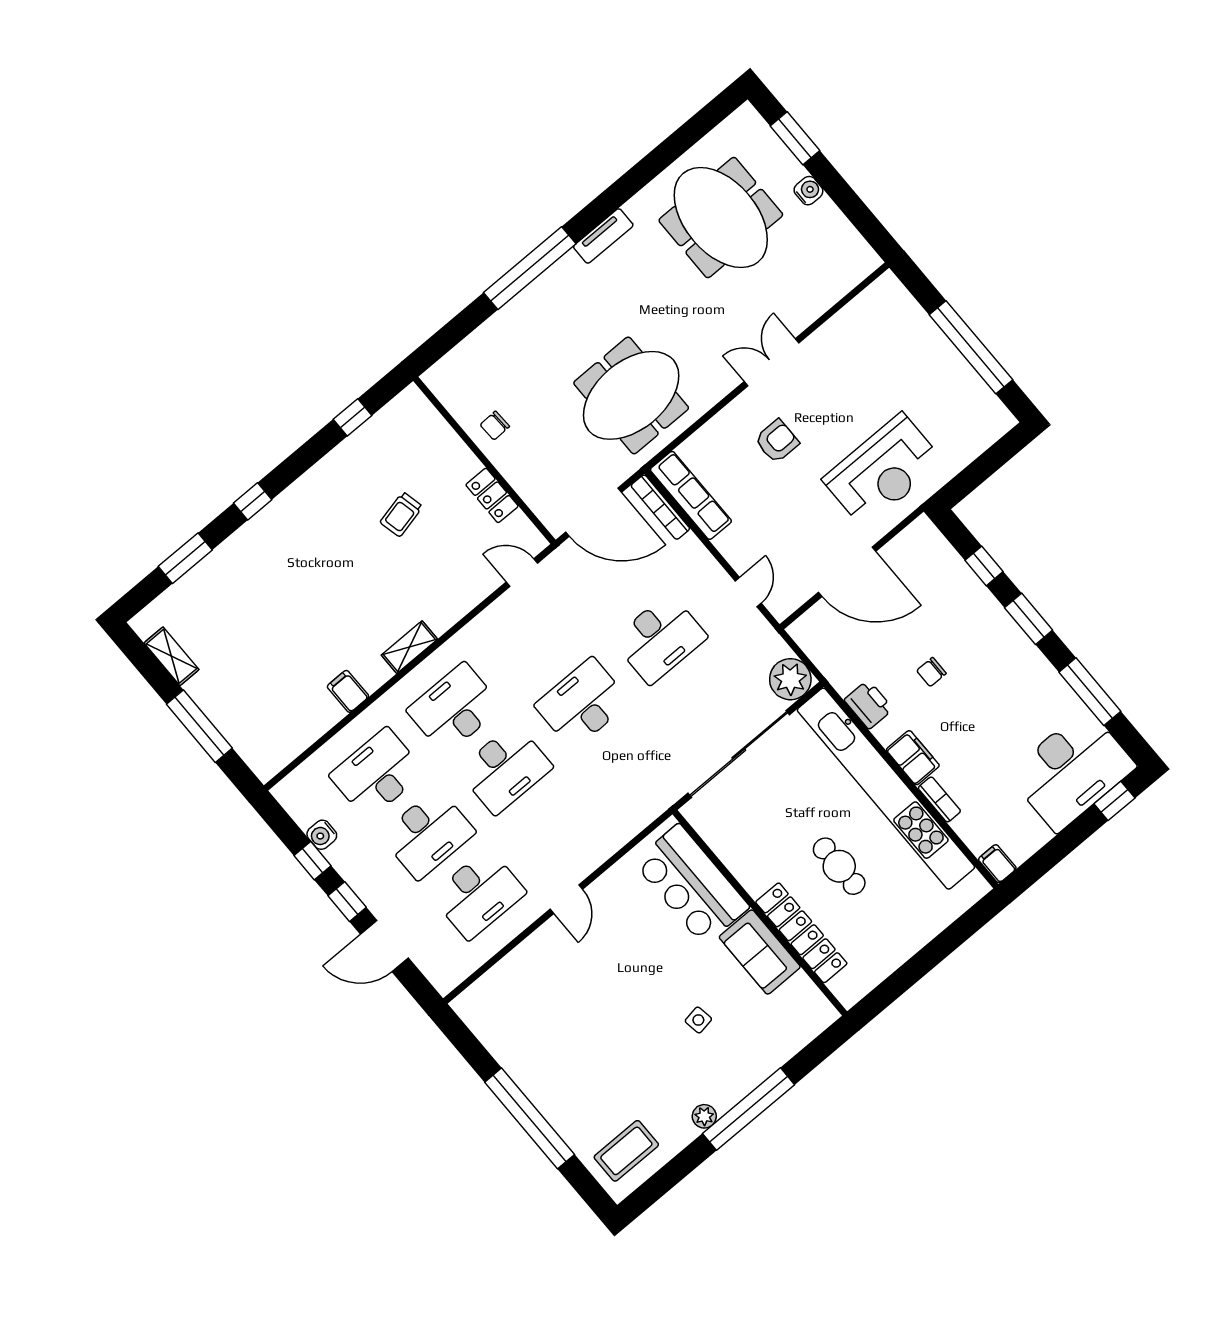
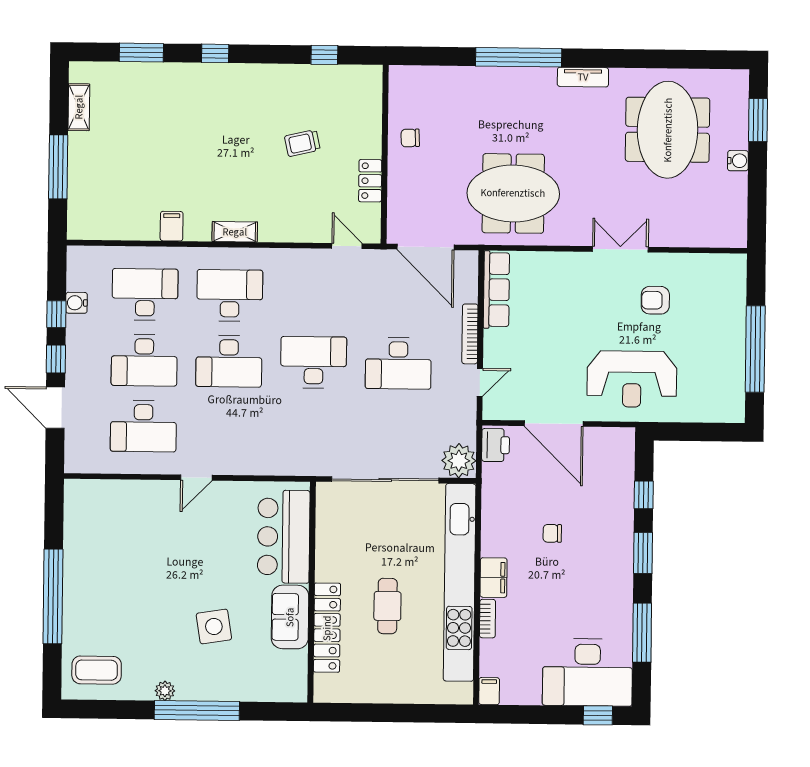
armchair: (777, 441) -> (655, 300), moved, turned 180
bookcase: (660, 507) -> (470, 334), moved
printer: (869, 704) -> (496, 445), moved
side table: (698, 1020) -> (214, 626), width x1.87, depth x1.87

